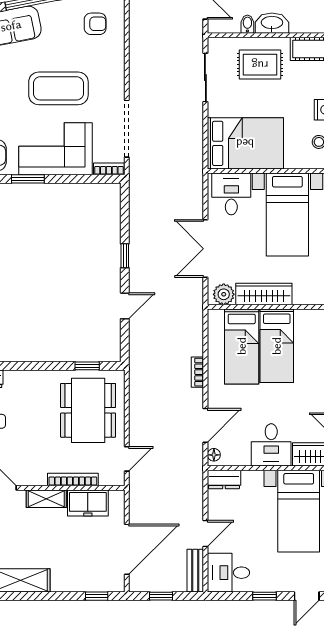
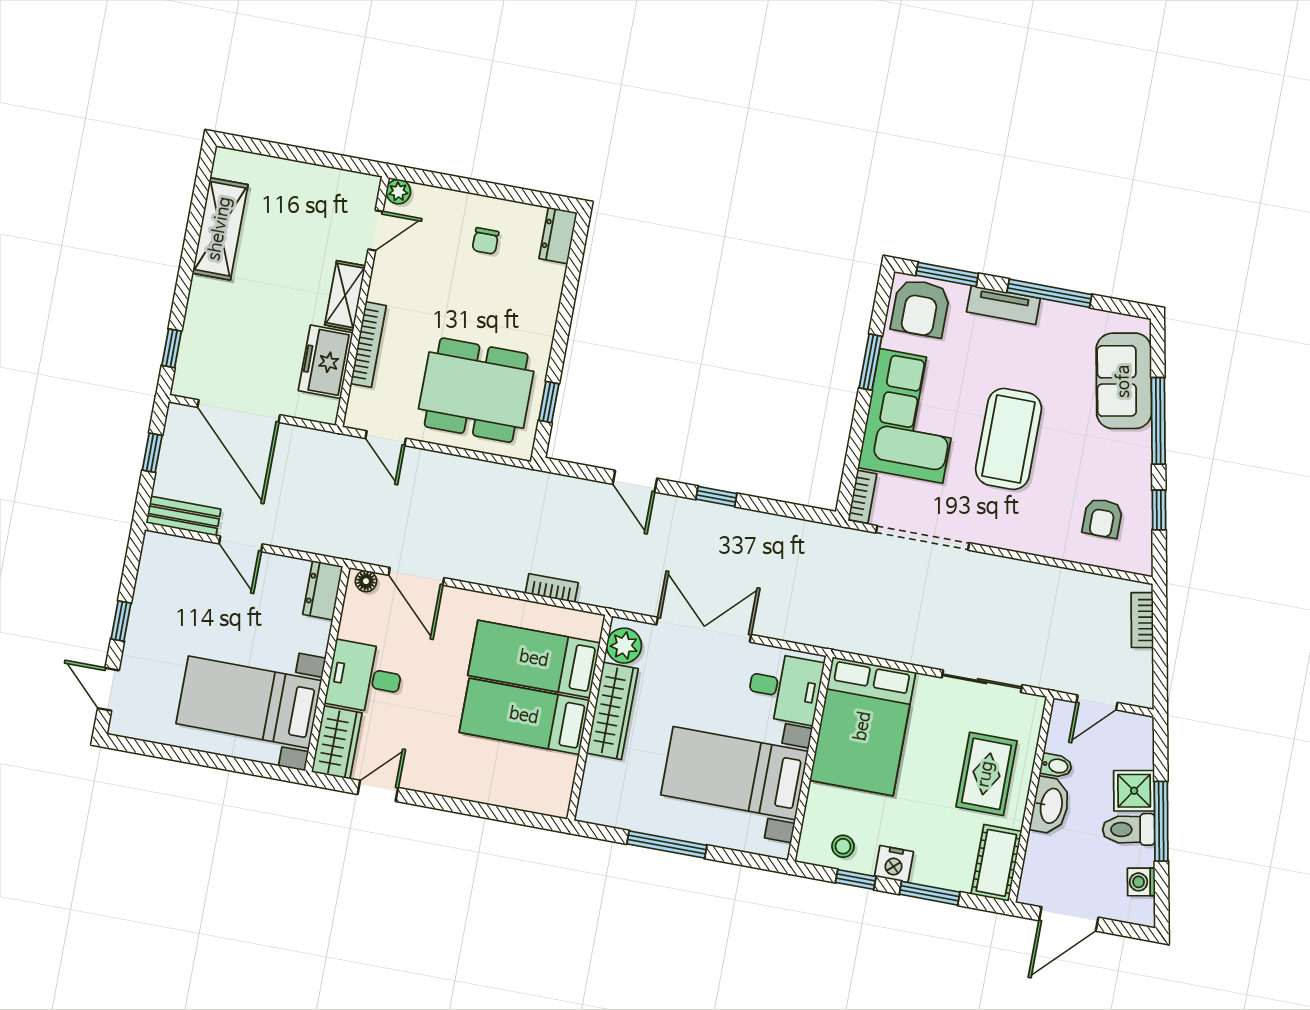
bookcase: (197, 372) -> (552, 588), moved
desk: (228, 573) -> (170, 569), removed

